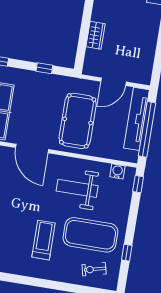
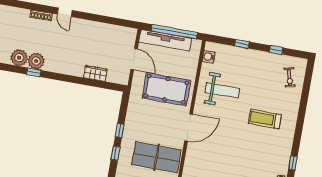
window: (44, 68) -> (120, 131), moved
window: (138, 184) -> (242, 44), moved
weight bench: (77, 188) -> (222, 90), turned -90
exercise mat: (90, 235) -> (261, 80), removed

